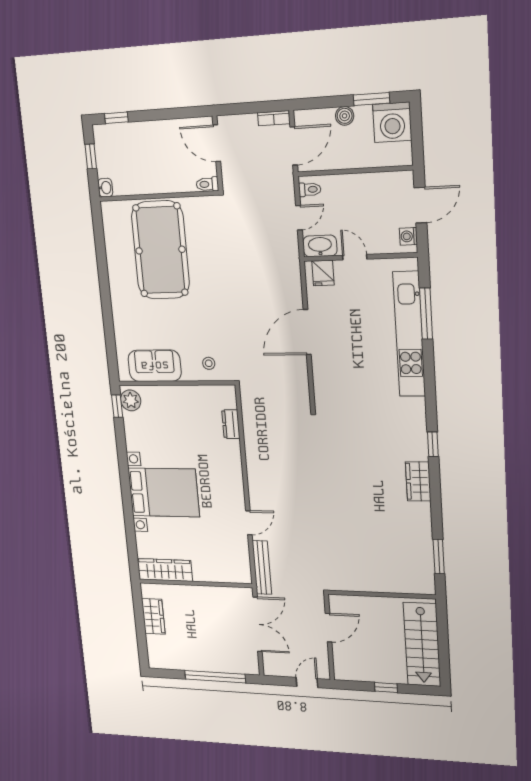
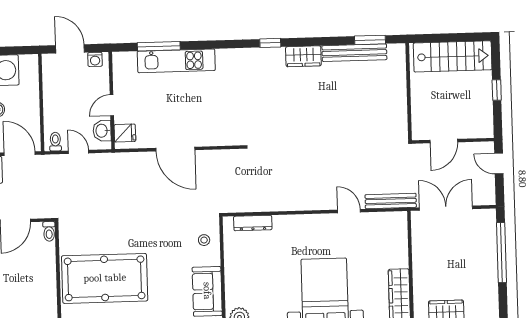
washbasin: (320, 246) -> (102, 131), width x0.72
kitchen unit: (409, 334) -> (176, 61), width x0.73
dresser: (231, 424) -> (253, 223), width x1.44
bench: (424, 538) -> (354, 53), added
door: (329, 628) -> (444, 141), swing flipped

